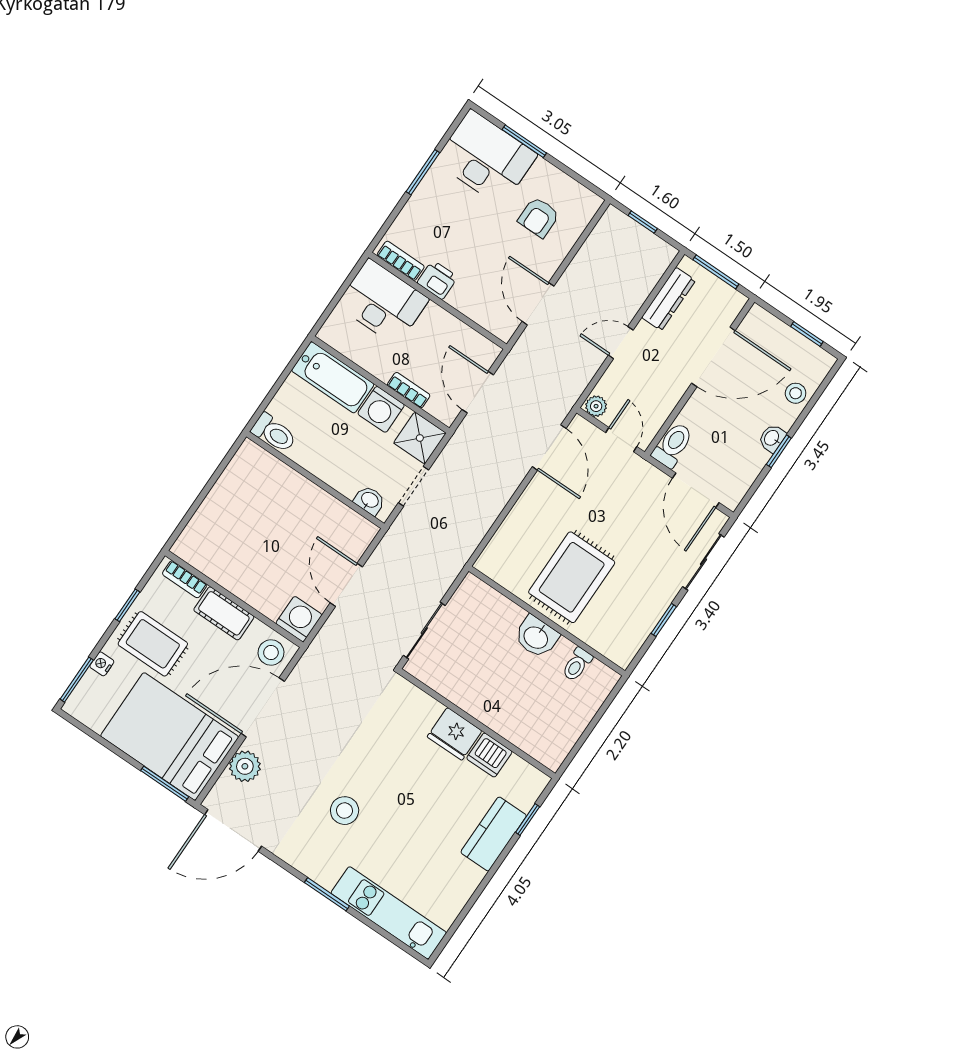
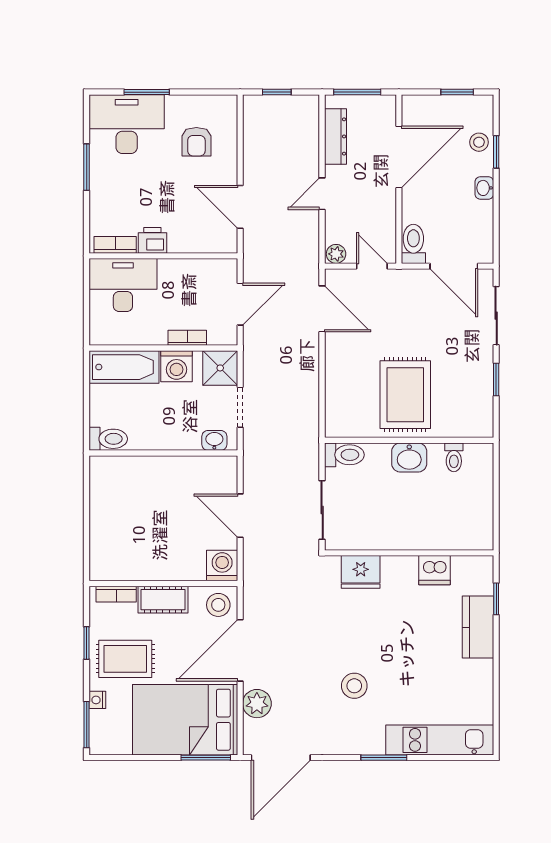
door: (478, 392) -> (240, 304), swing flipped
window: (779, 451) -> (496, 152), moved
toilet: (479, 594) -> (344, 455), added
fridge: (455, 734) -> (361, 572), moved

